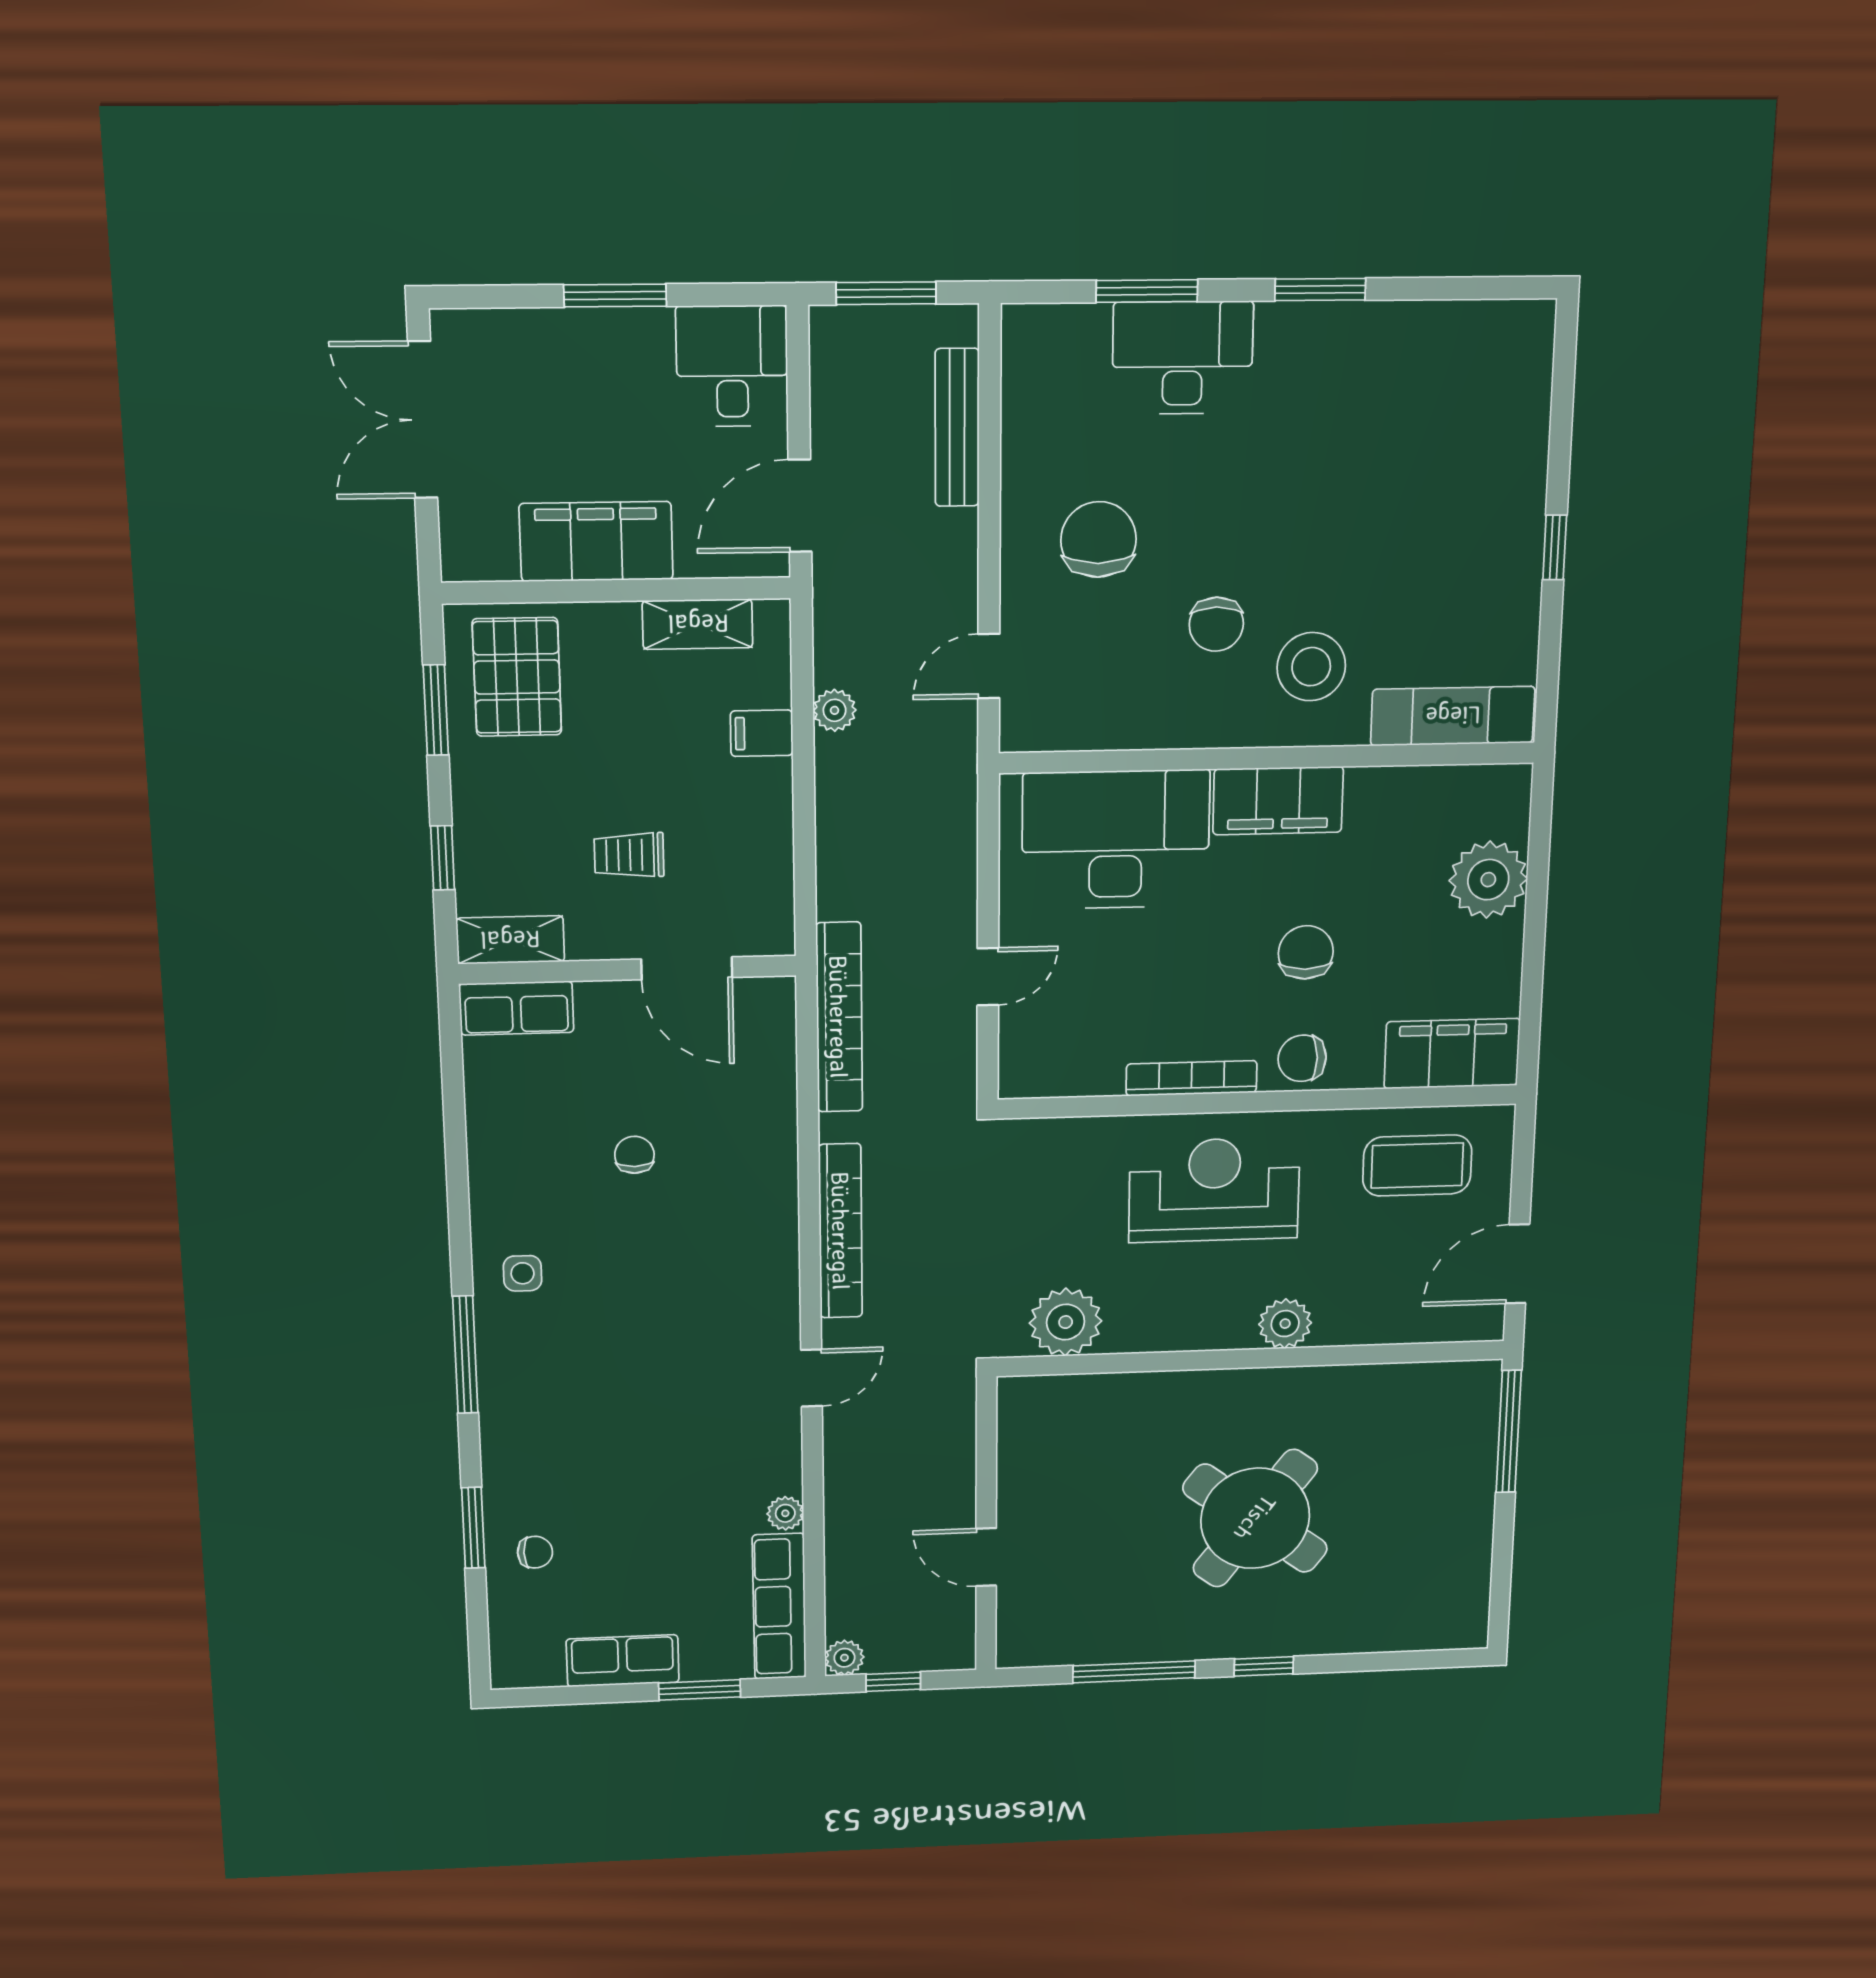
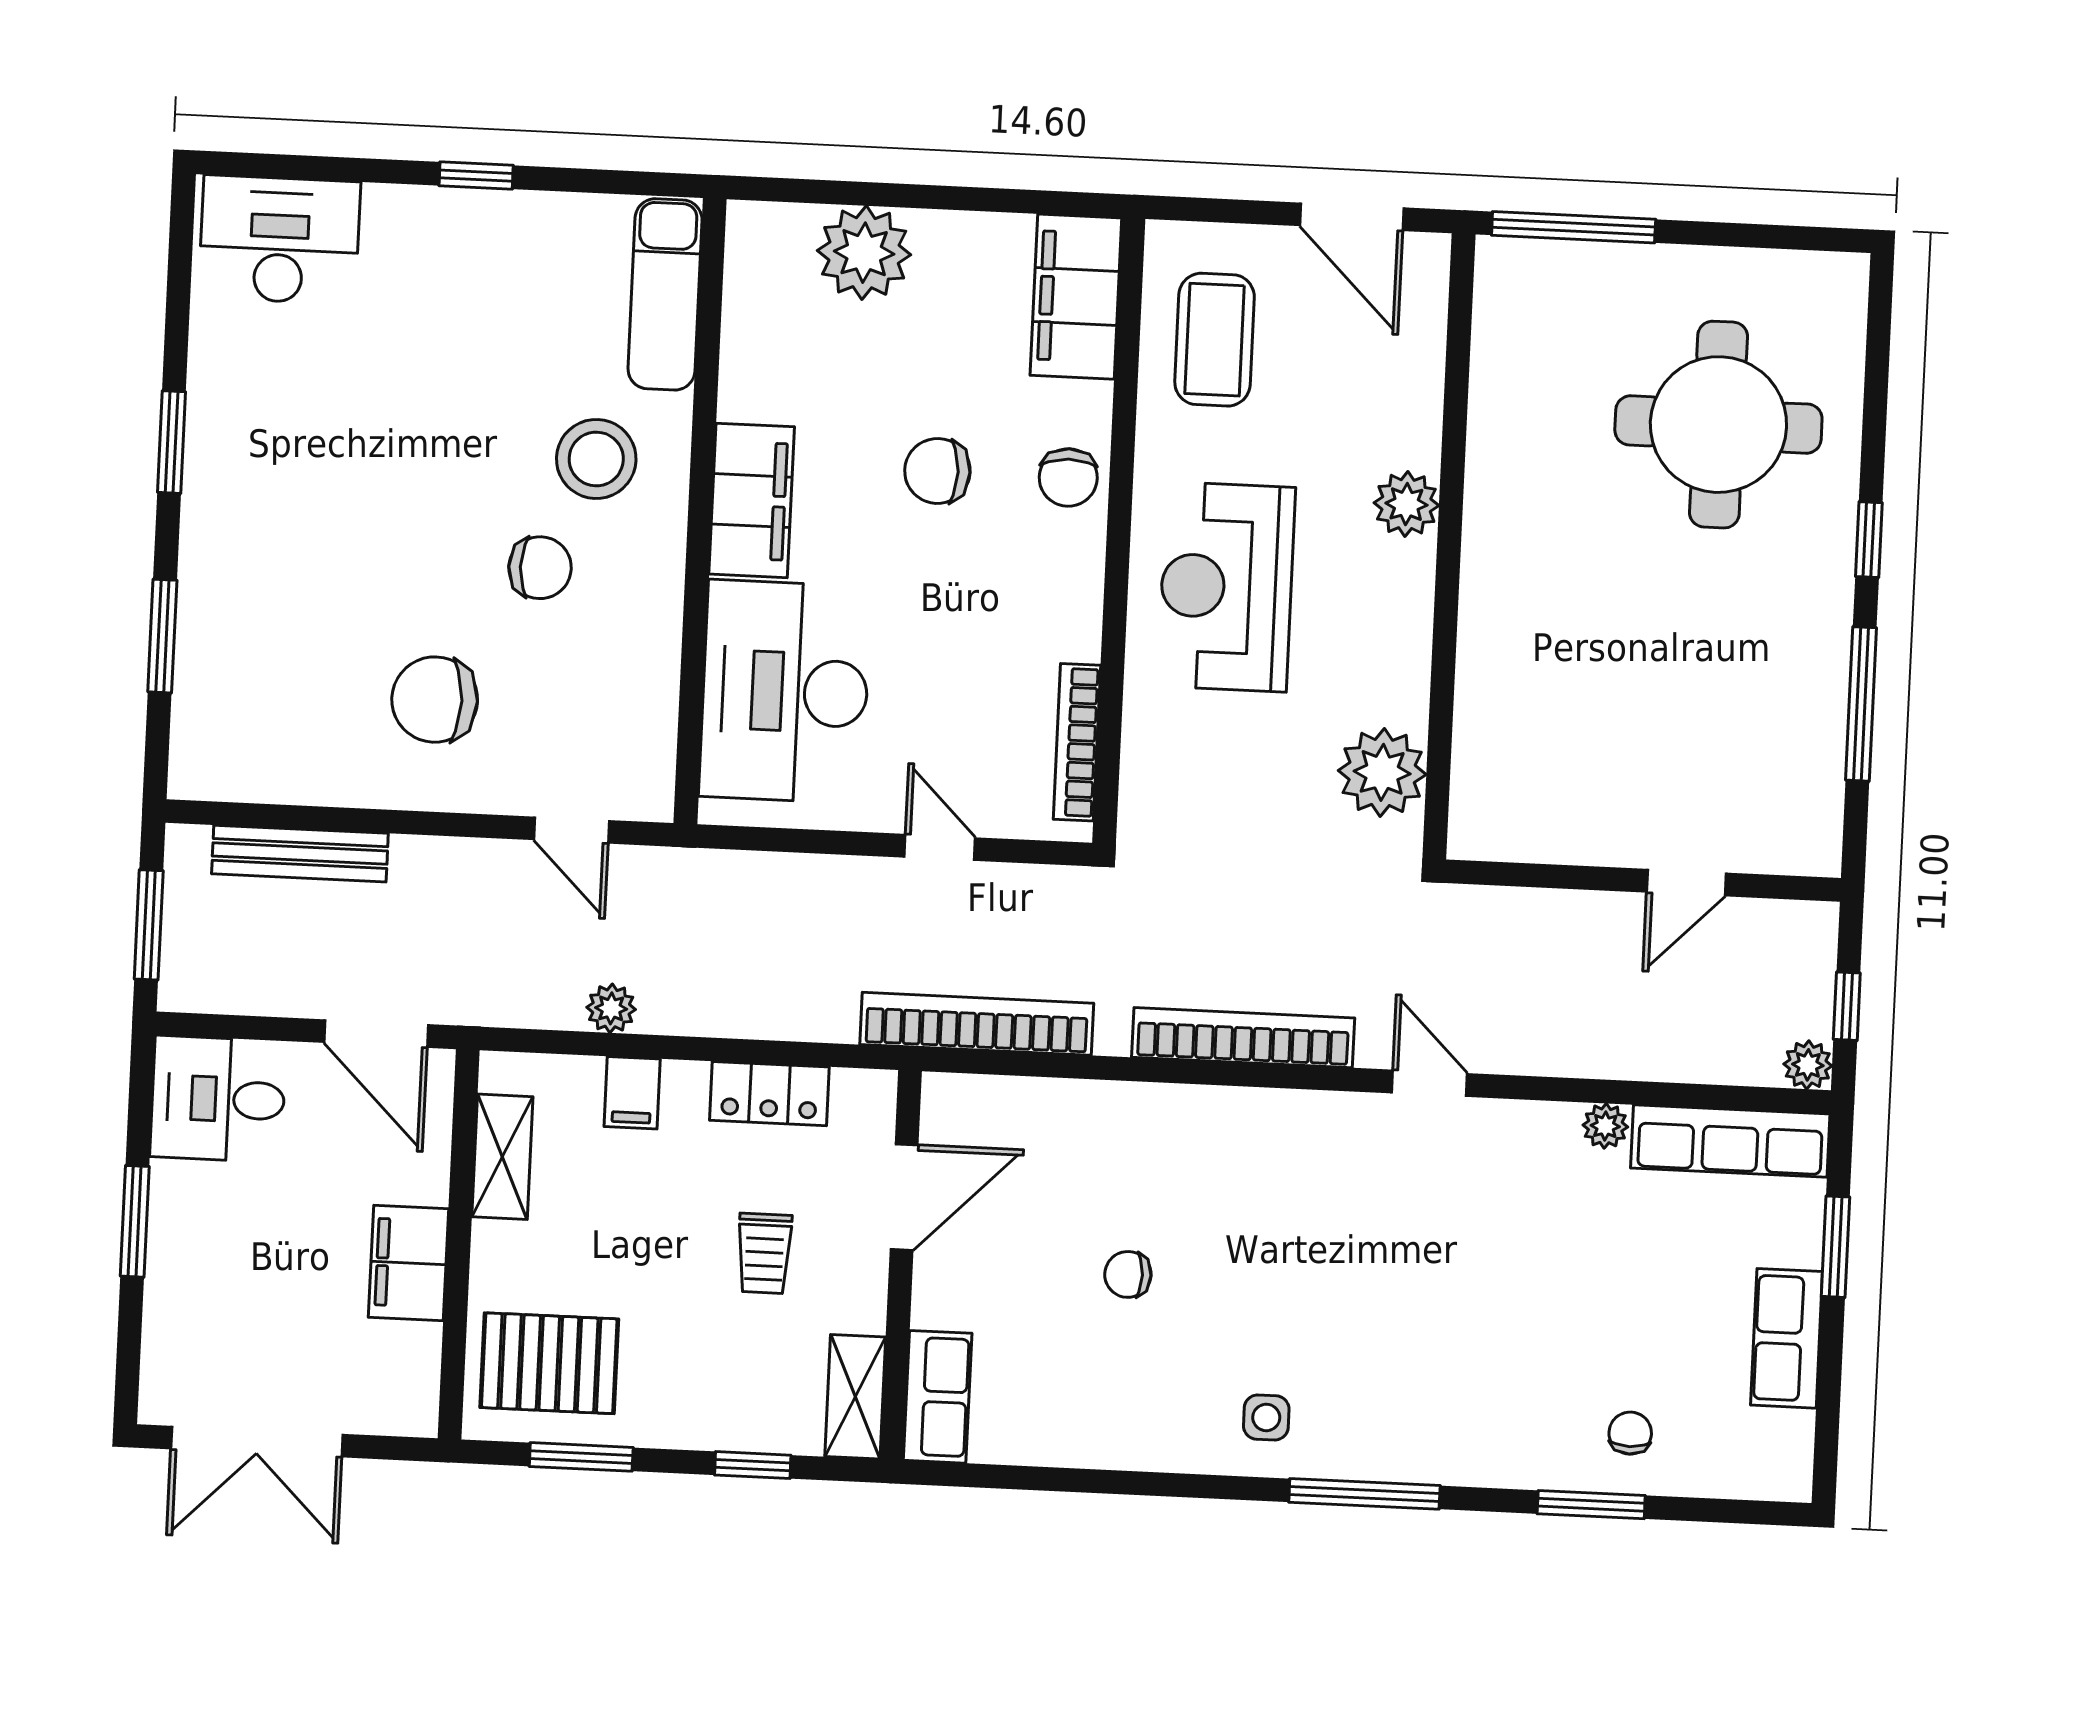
desk: (1183, 358) -> (280, 240), moved, turned 90
filing cabinet: (596, 542) -> (408, 1263), width x0.67, depth x0.86
locker: (769, 850) -> (769, 1094), added
bookcase: (1192, 1078) -> (1077, 742), moved
round table: (1255, 1518) -> (1718, 425), moved, turned -37

